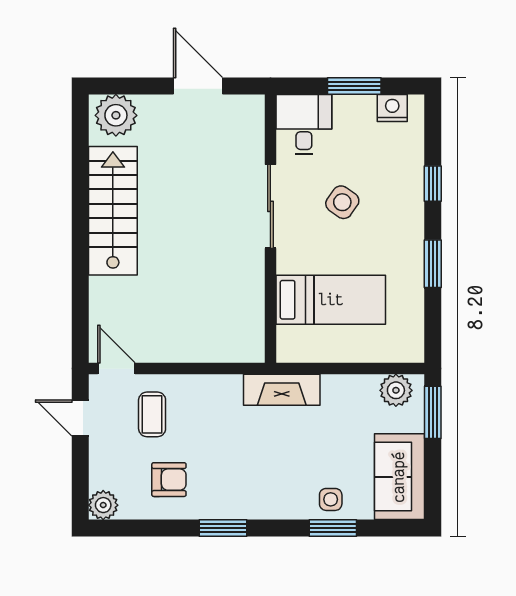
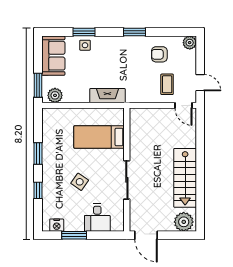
sliding door: (270, 206) -> (127, 180), moved
wall: (270, 229) -> (127, 170), moved
bed: (331, 300) -> (99, 137), moved

